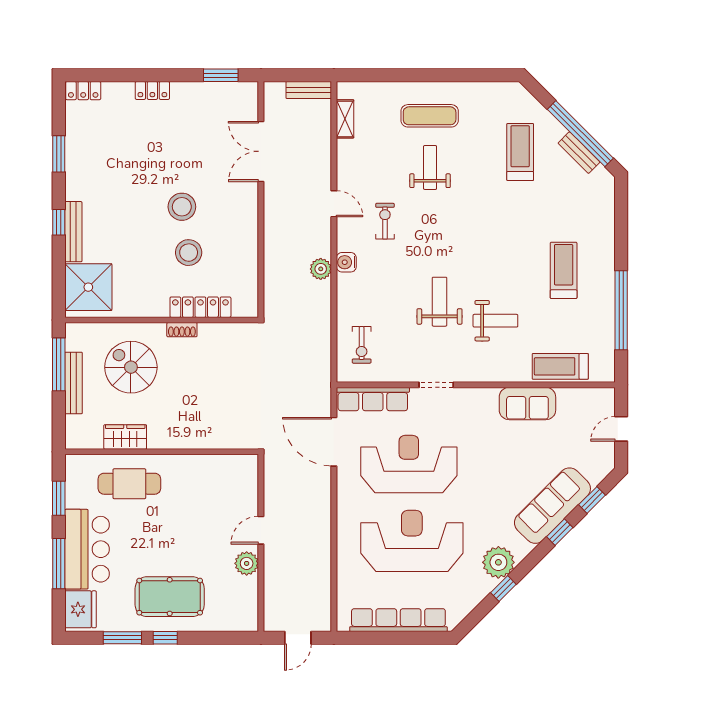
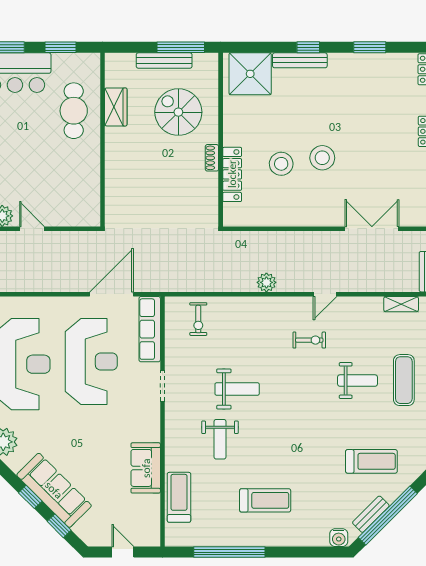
water cooler: (346, 262) -> (339, 538), moved, turned 180
exercise bike: (362, 345) -> (198, 319), turned -90
spiral stairs: (131, 367) -> (178, 112), turned -90

